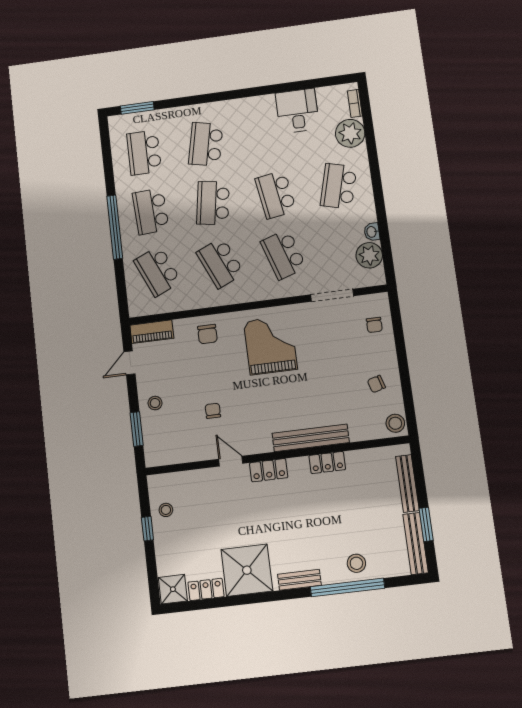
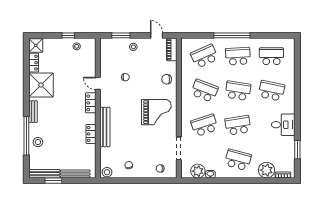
window: (137, 108) -> (297, 150), moved
desk: (297, 111) -> (283, 125), moved
school desk: (220, 263) -> (204, 91), turned 45
door: (231, 461) -> (98, 83), swing flipped

